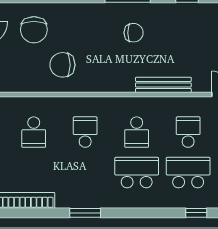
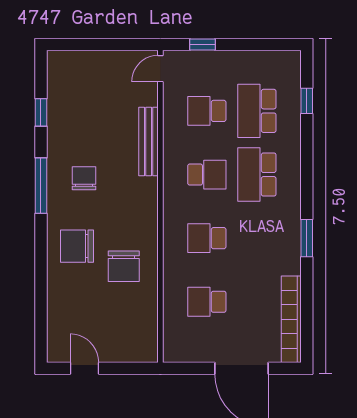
chair: (34, 30) -> (77, 246), moved, turned 180
school desk: (34, 132) -> (207, 302), turned 180

